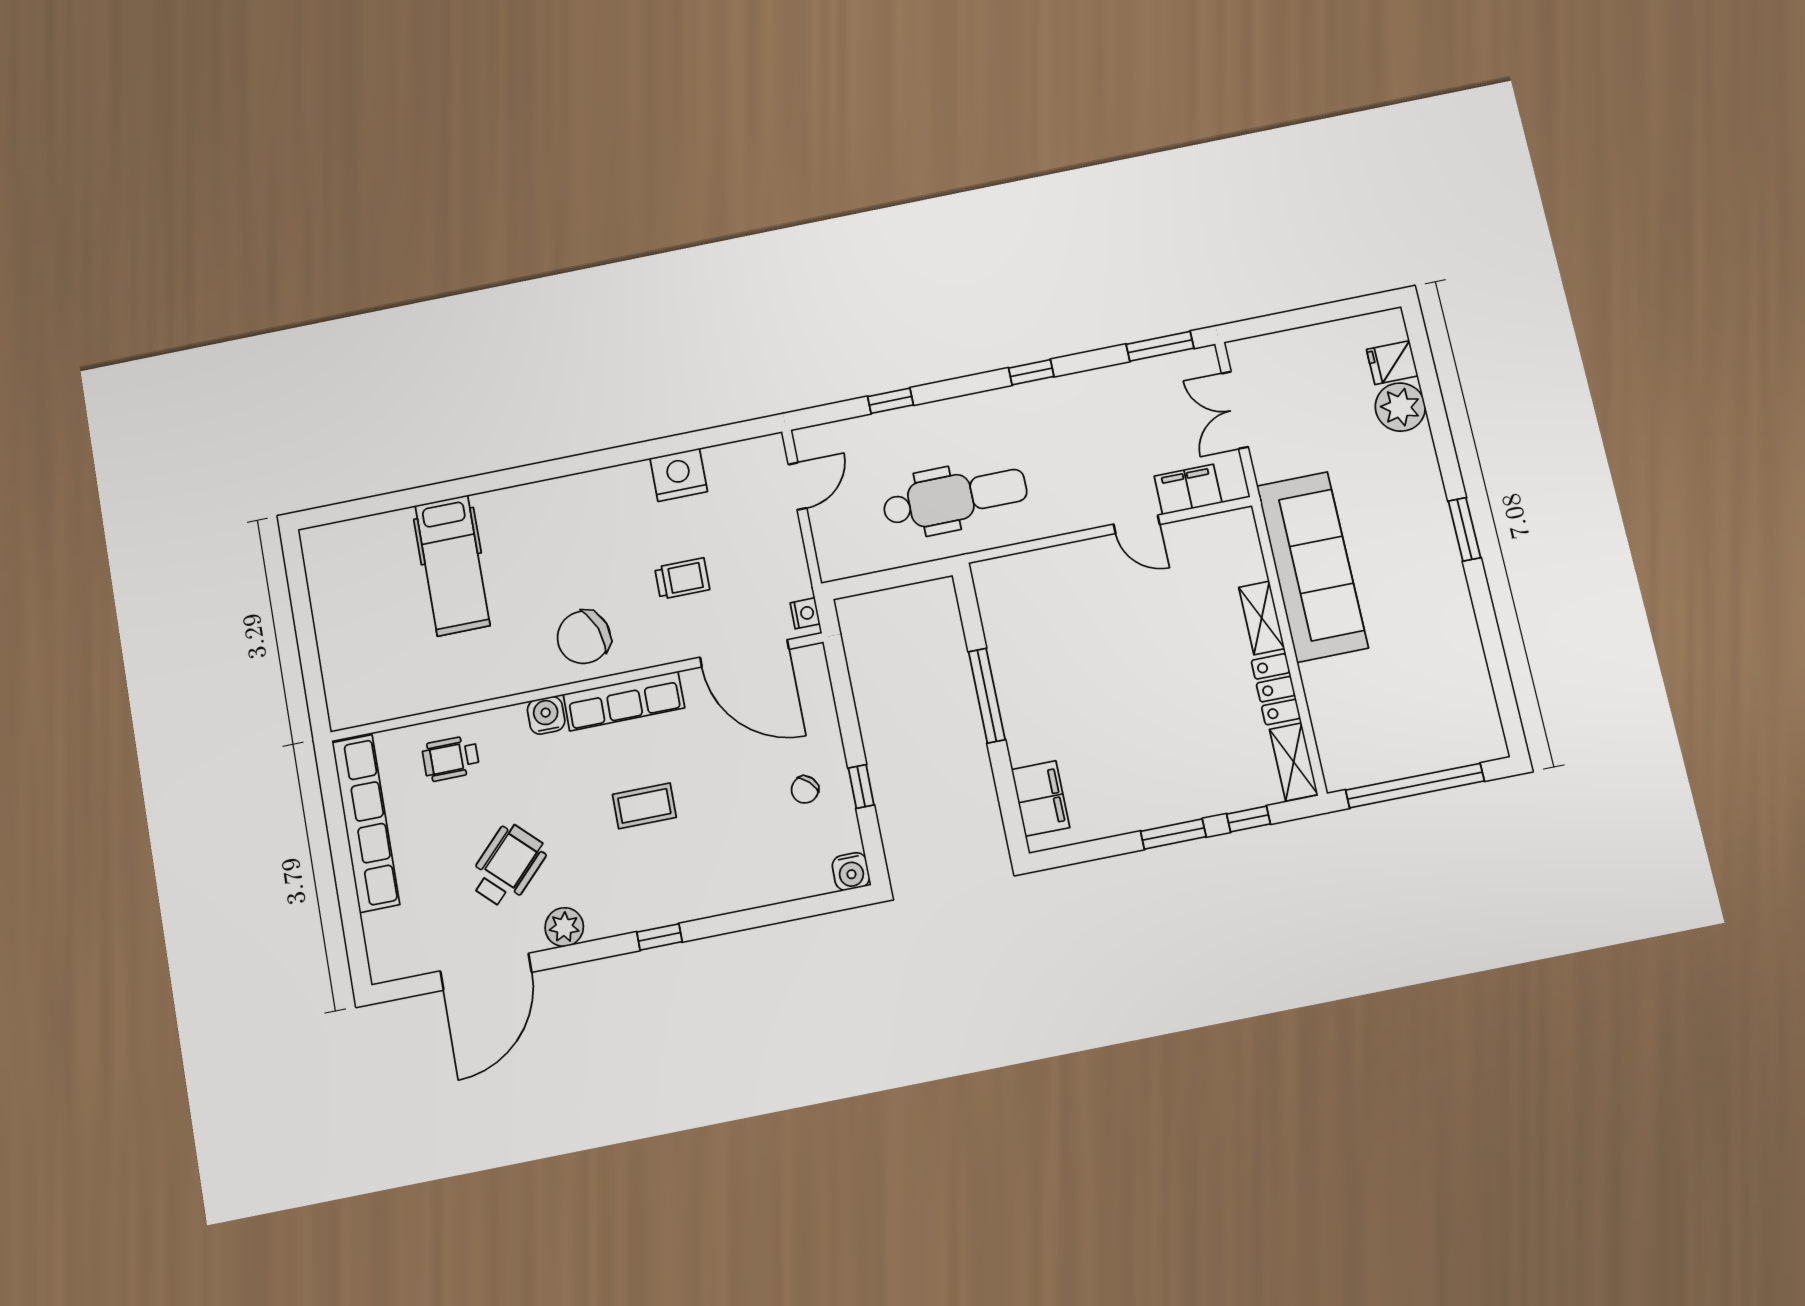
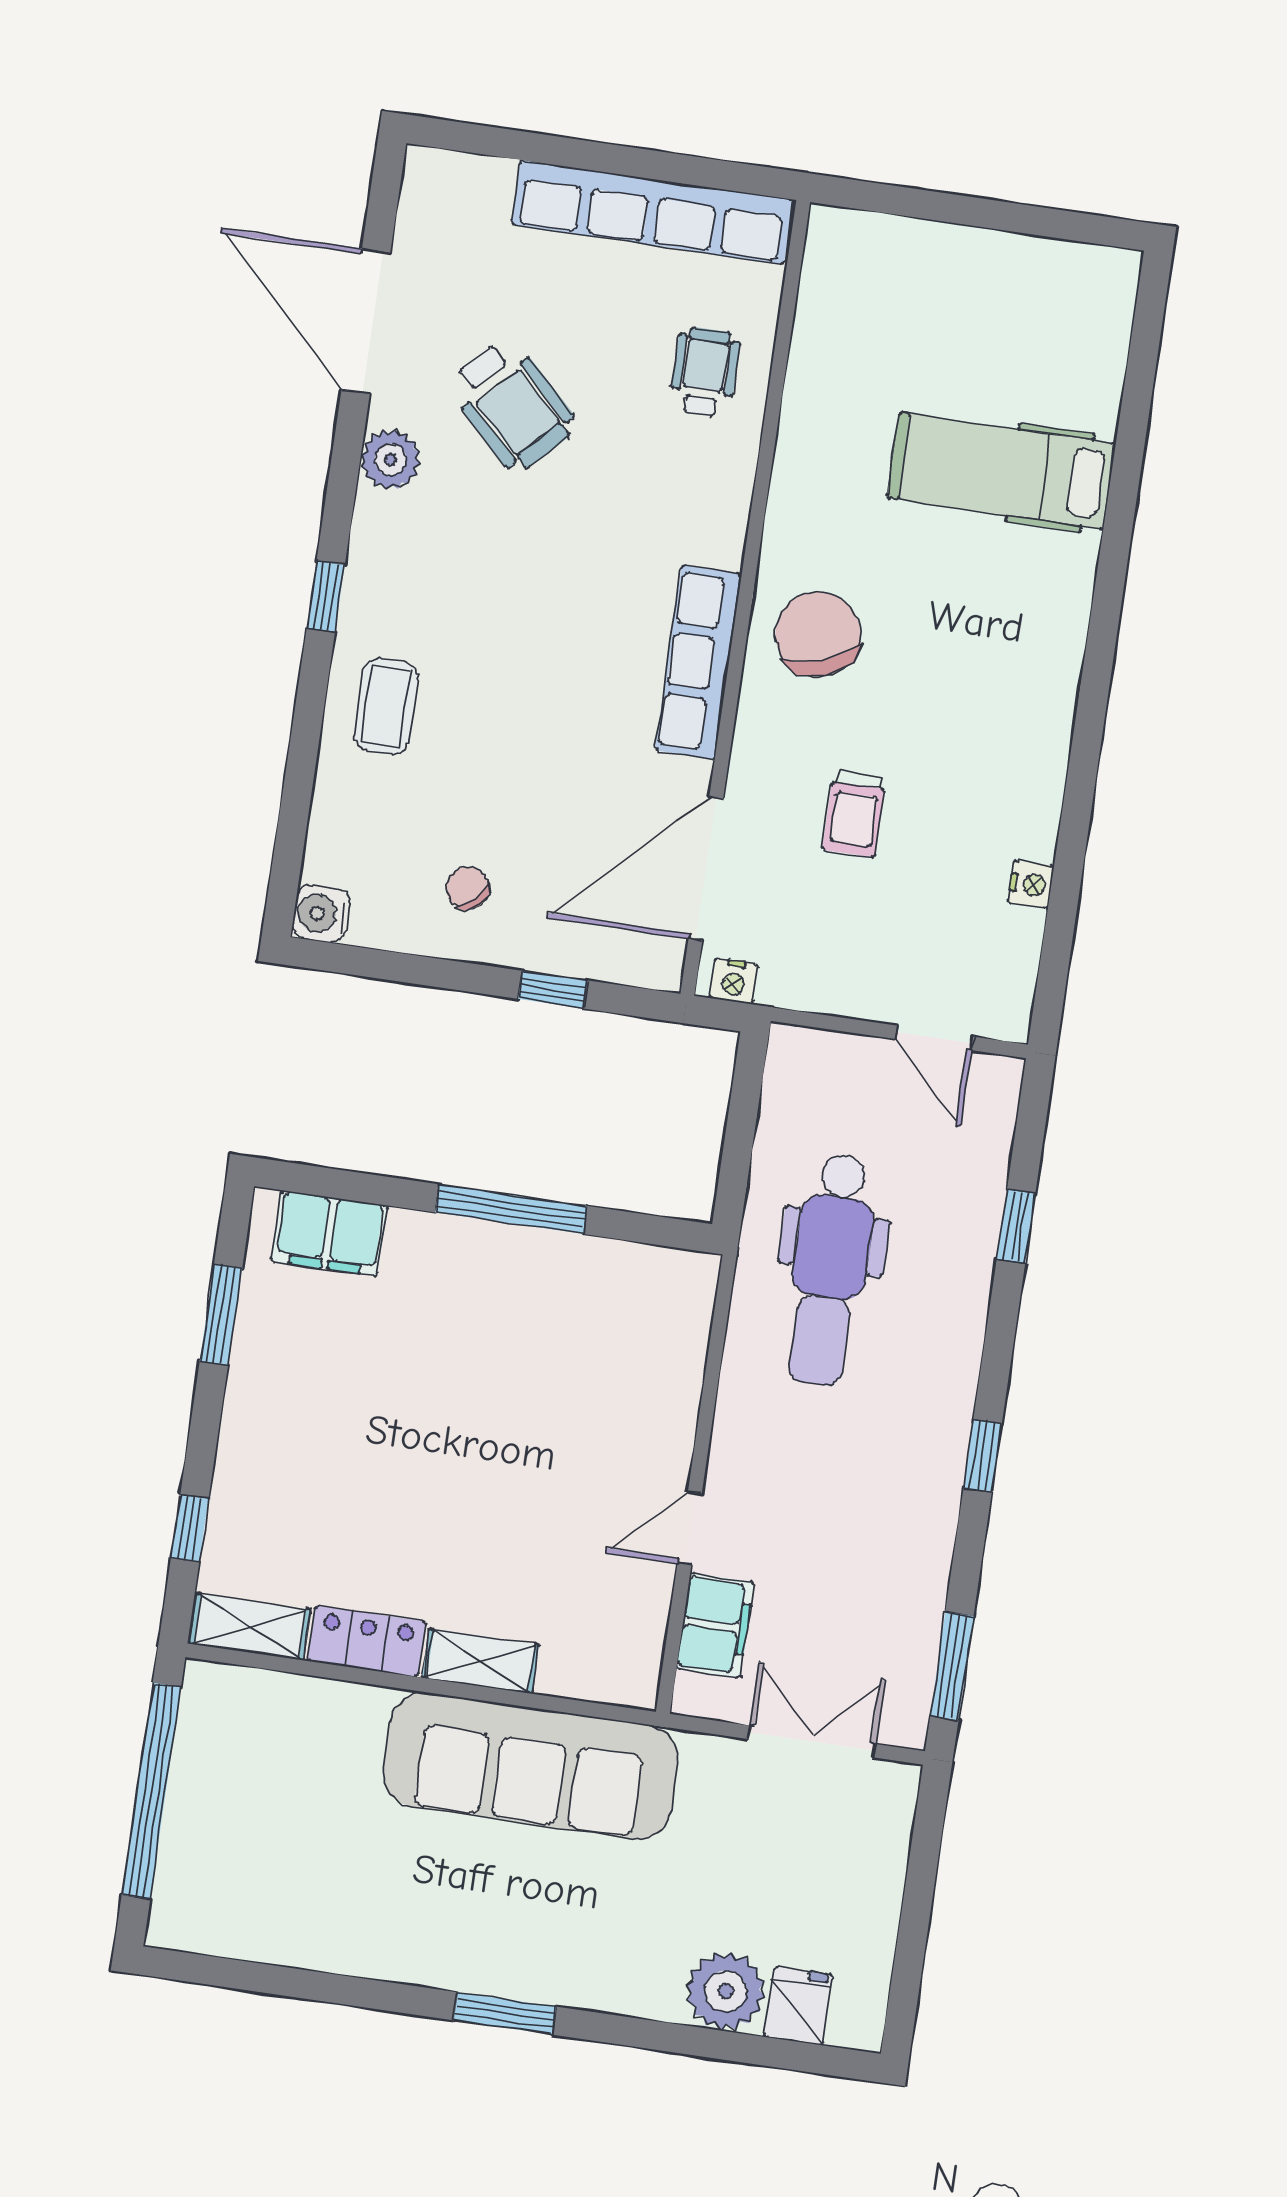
nightstand: (679, 475) -> (1031, 884), width x0.53, depth x0.56
water cooler: (546, 715) -> (719, 538), removed
window: (861, 787) -> (553, 990), moved
coffee table: (644, 806) -> (386, 707), moved
window: (1173, 834) -> (221, 1314), moved

